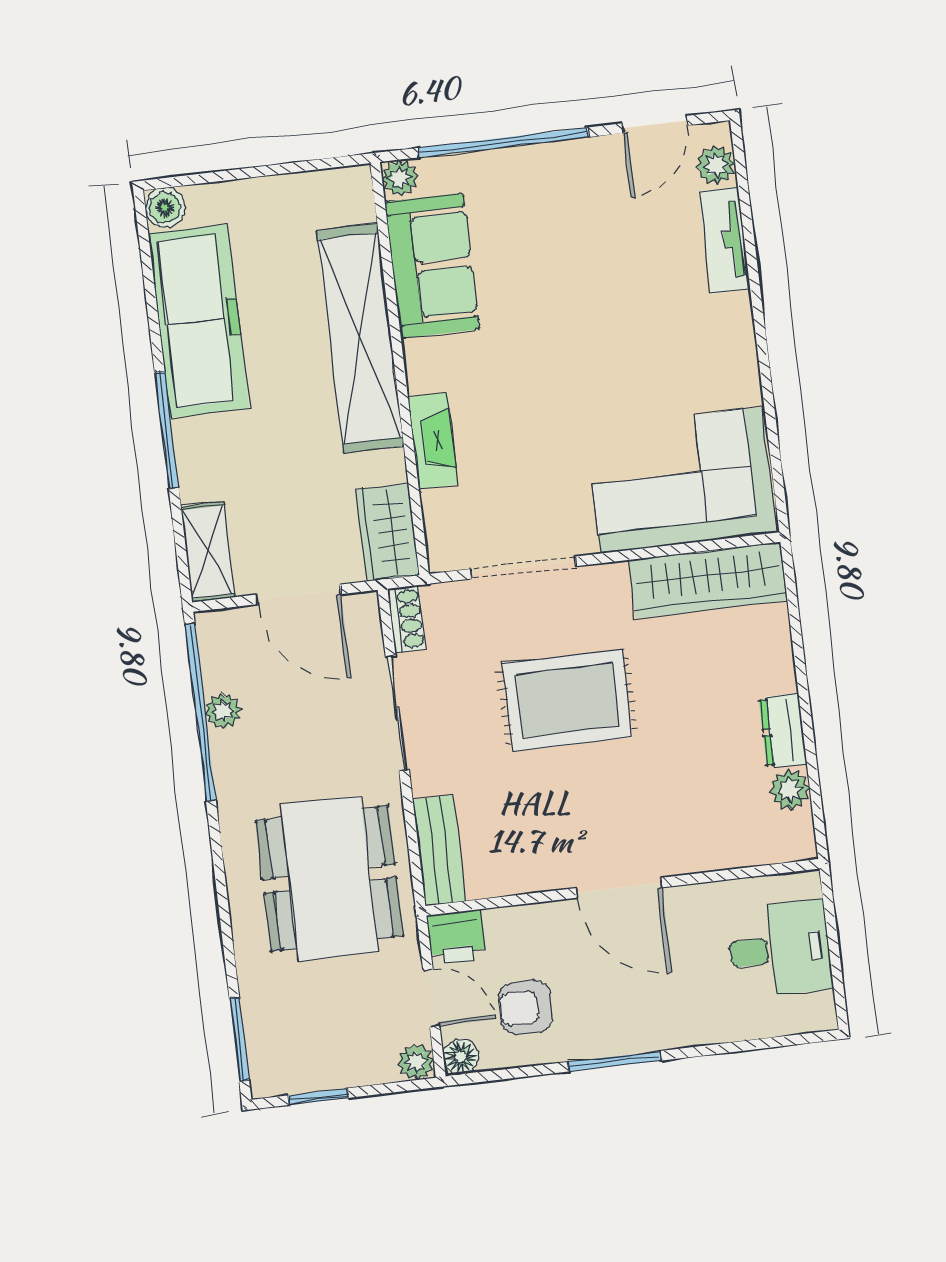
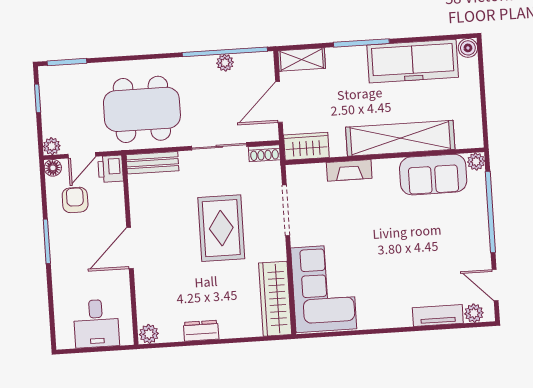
plant: (790, 790) -> (149, 334), moved

